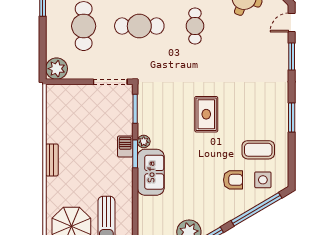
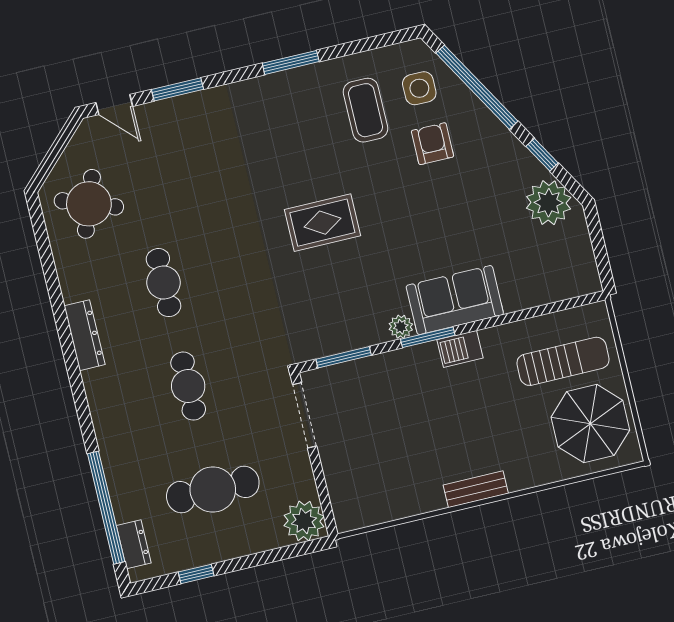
cafe table: (139, 26) -> (188, 386), width x0.73, depth x0.74
cafe table: (195, 26) -> (163, 283), turned 90
barbecue: (125, 146) -> (460, 349), moved

